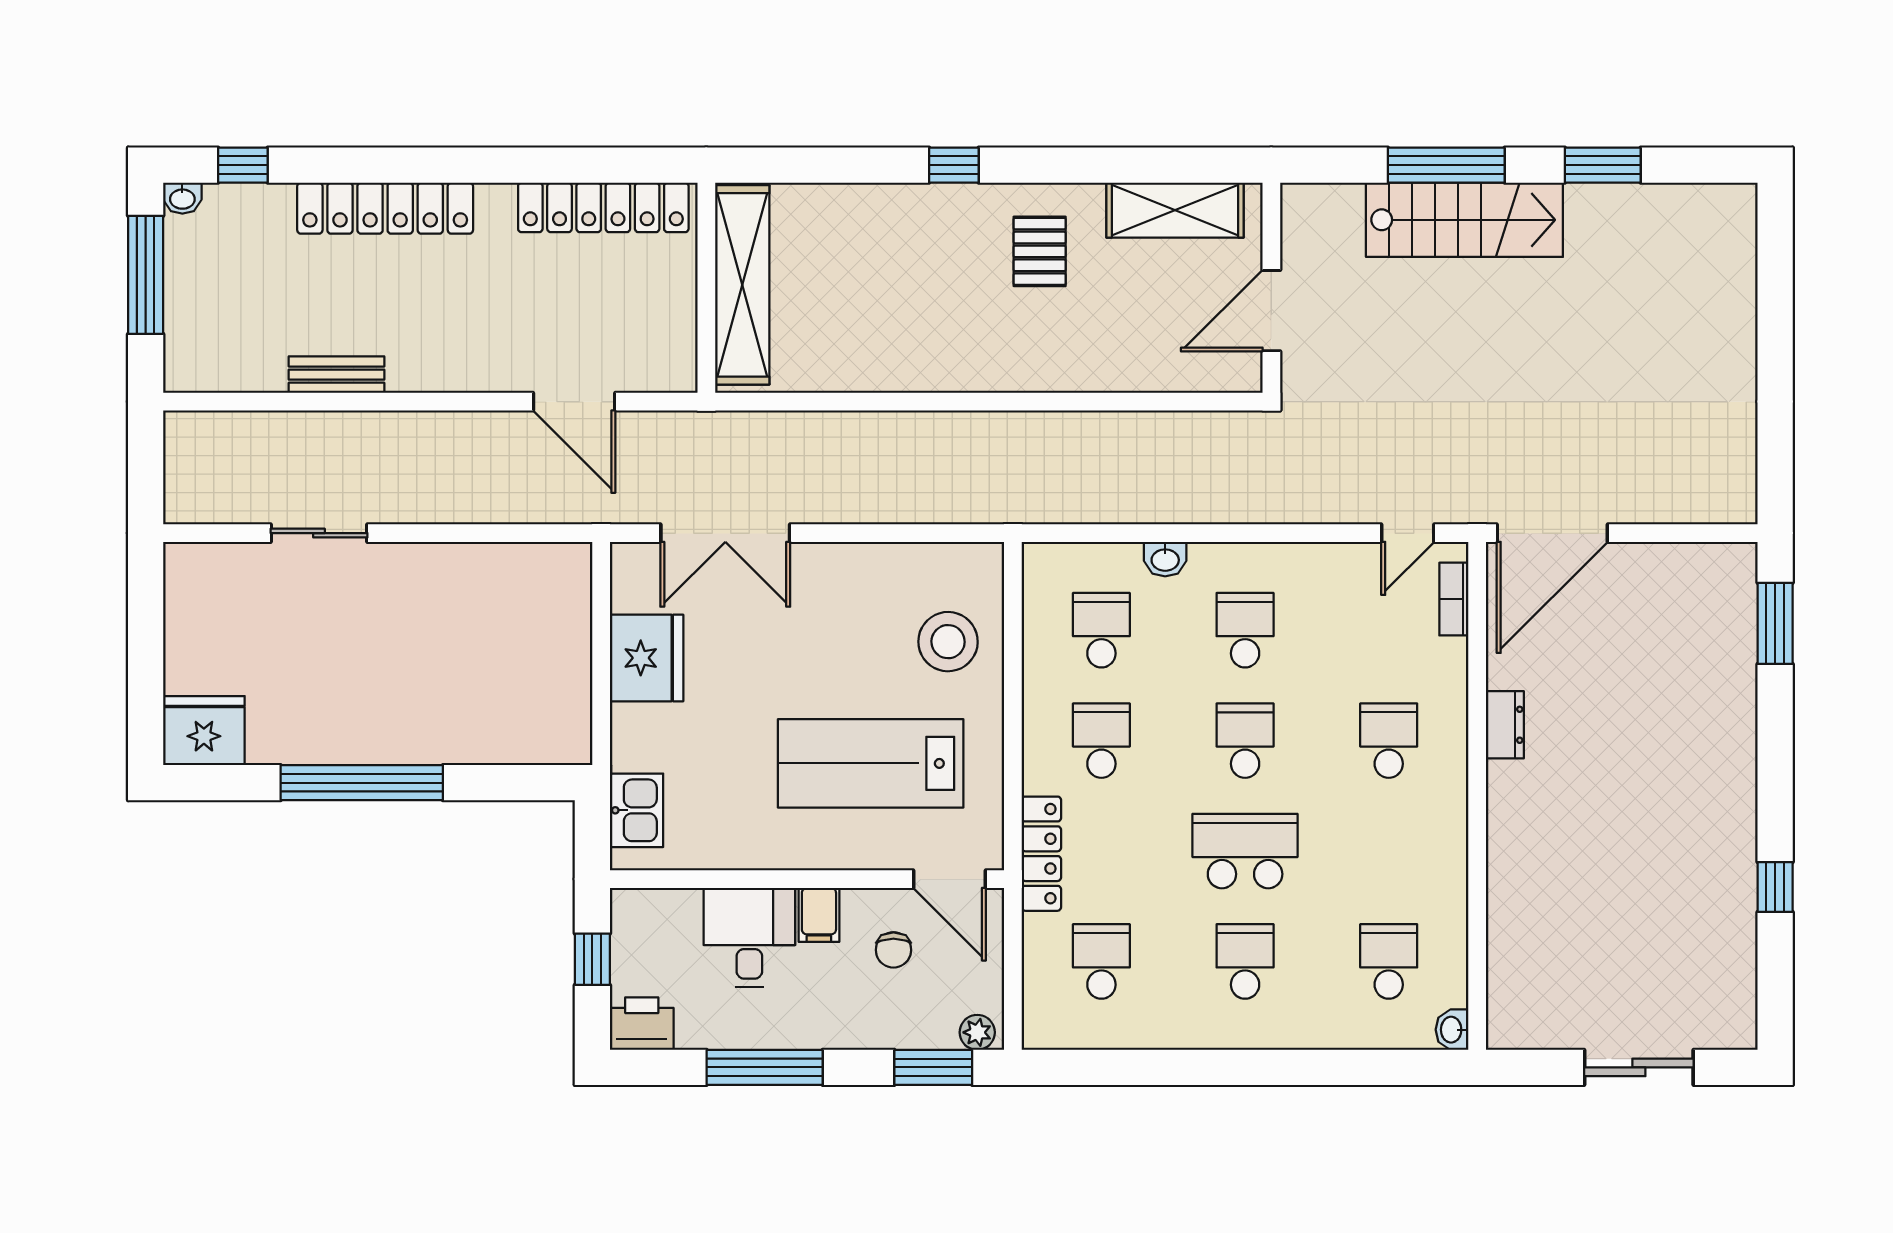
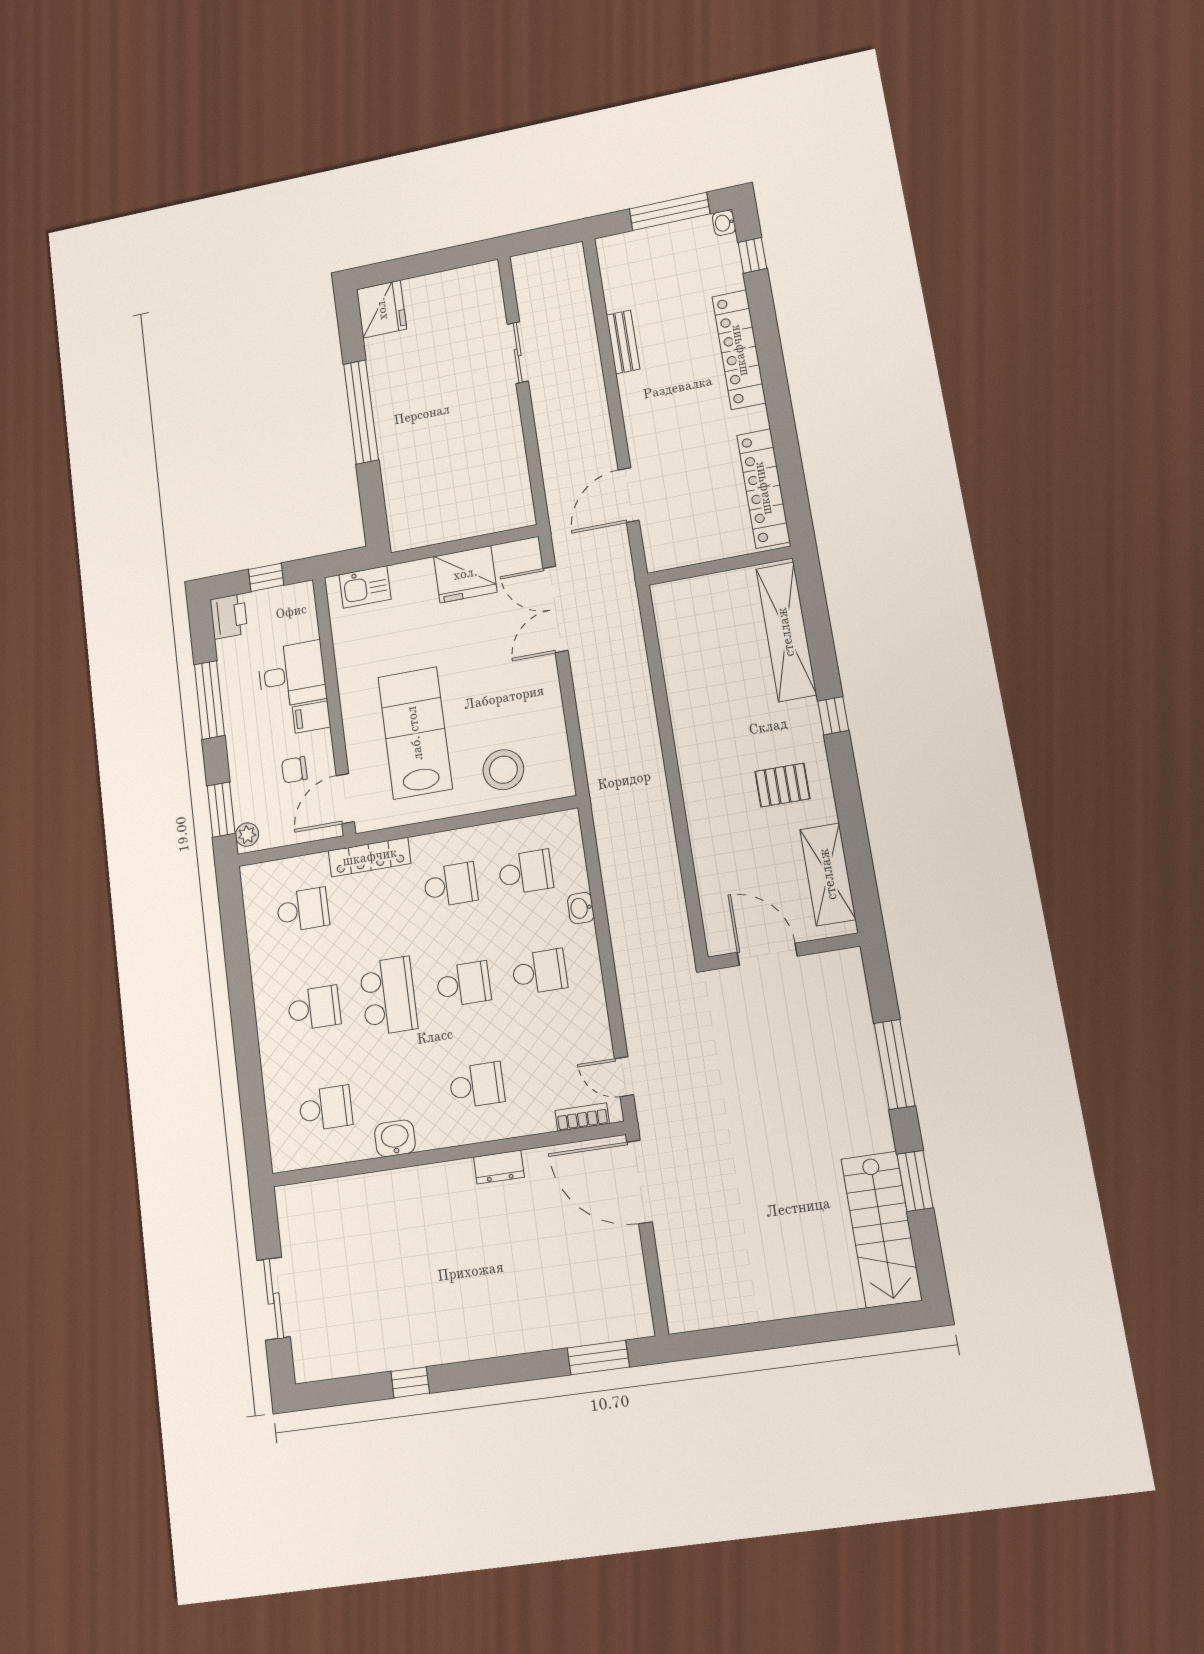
stairs: (1464, 220) -> (881, 1229), moved
shelving: (742, 285) -> (786, 632), moved, turned 90
washbasin: (1452, 1030) -> (395, 1138), moved, width x1.38, depth x1.45

